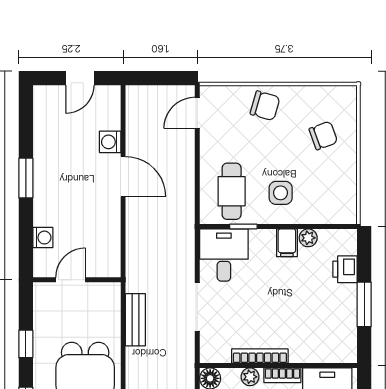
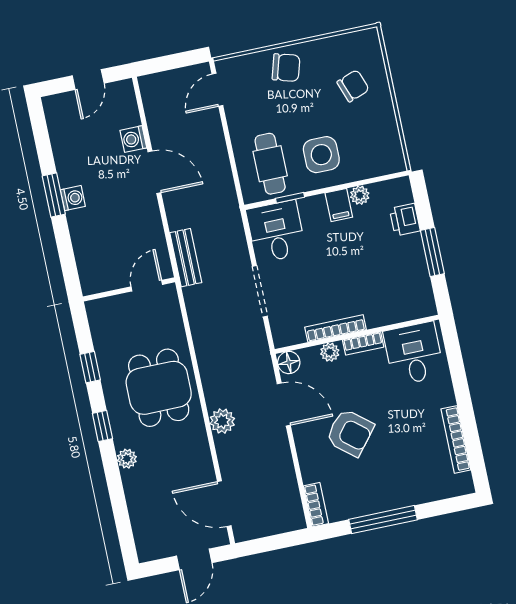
side table: (281, 193) -> (321, 155), width x1.37, depth x1.37
washing machine: (43, 238) -> (73, 198), moved
door: (71, 280) -> (147, 286), moved
bench: (135, 320) -> (186, 258), moved

